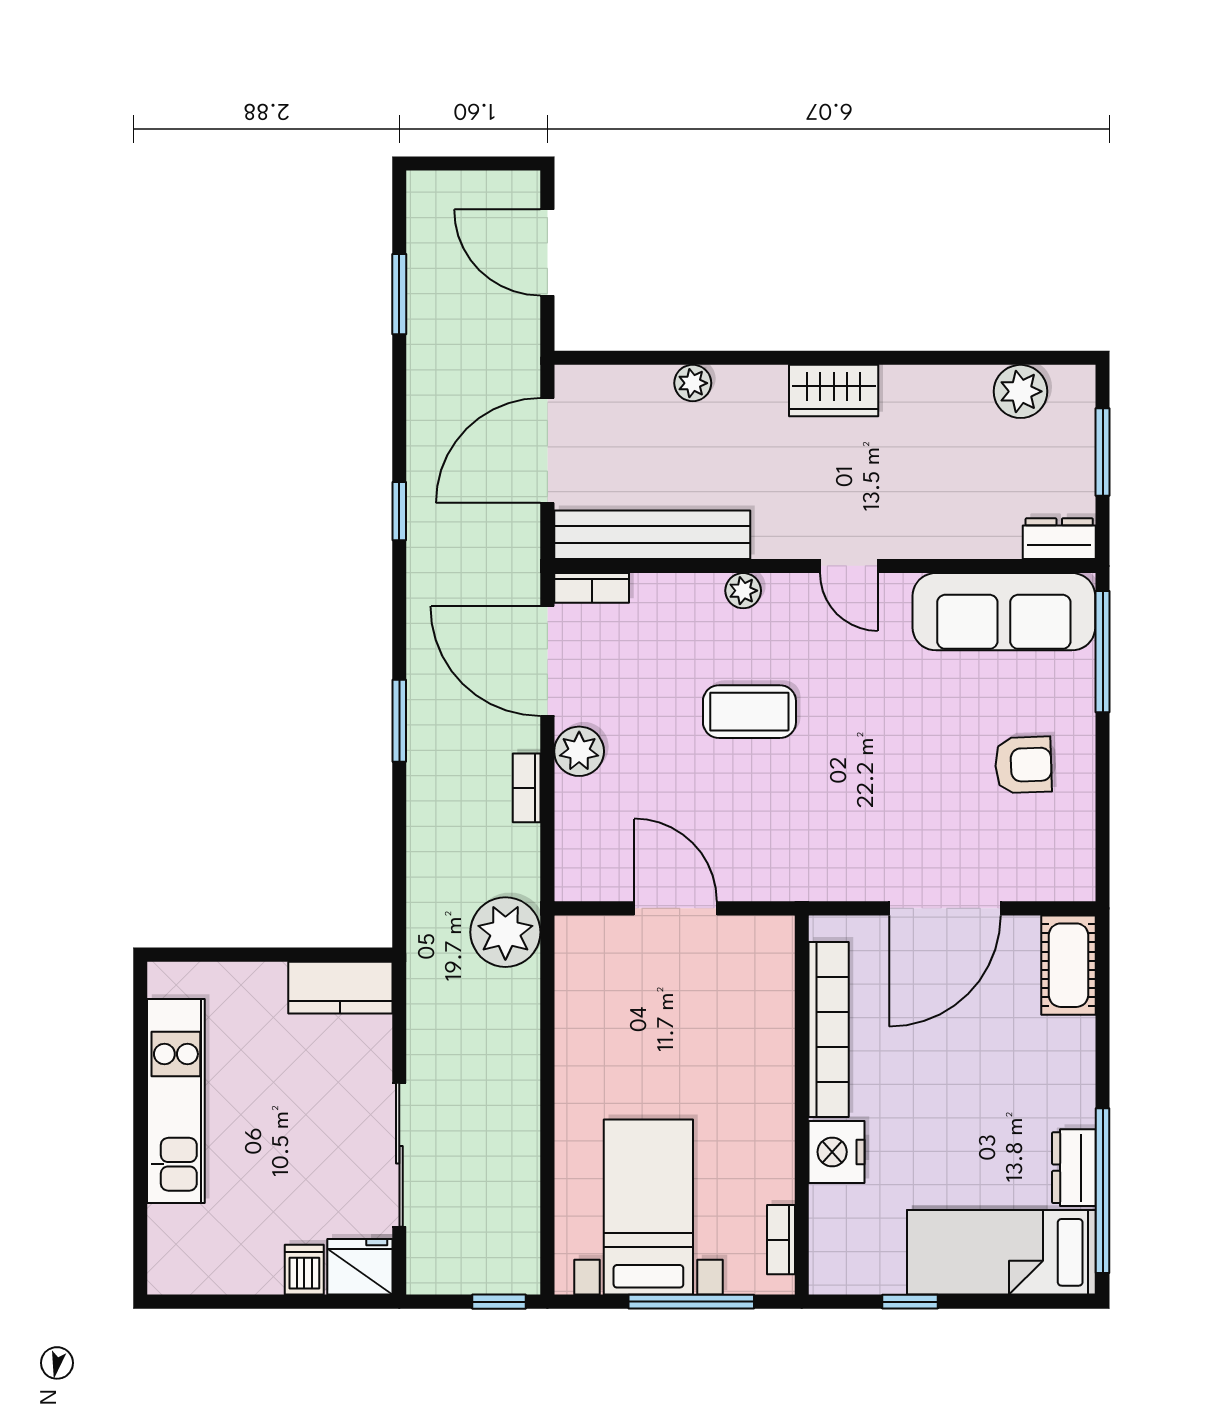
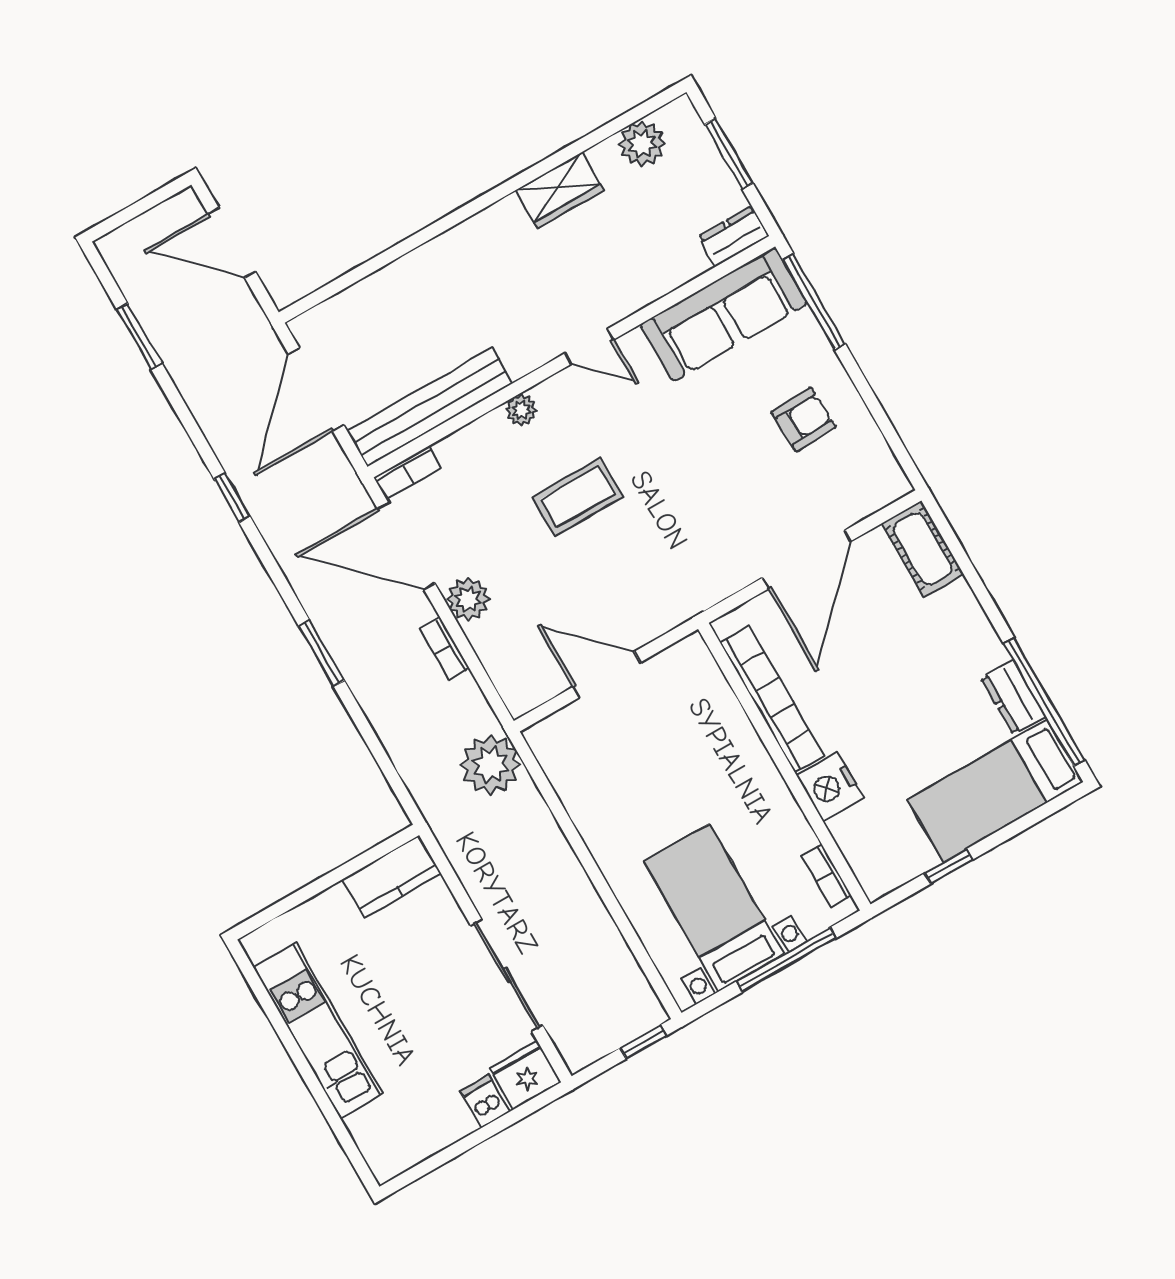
plant: (693, 383) -> (395, 277), removed
wardrobe: (834, 391) -> (560, 190), moved

